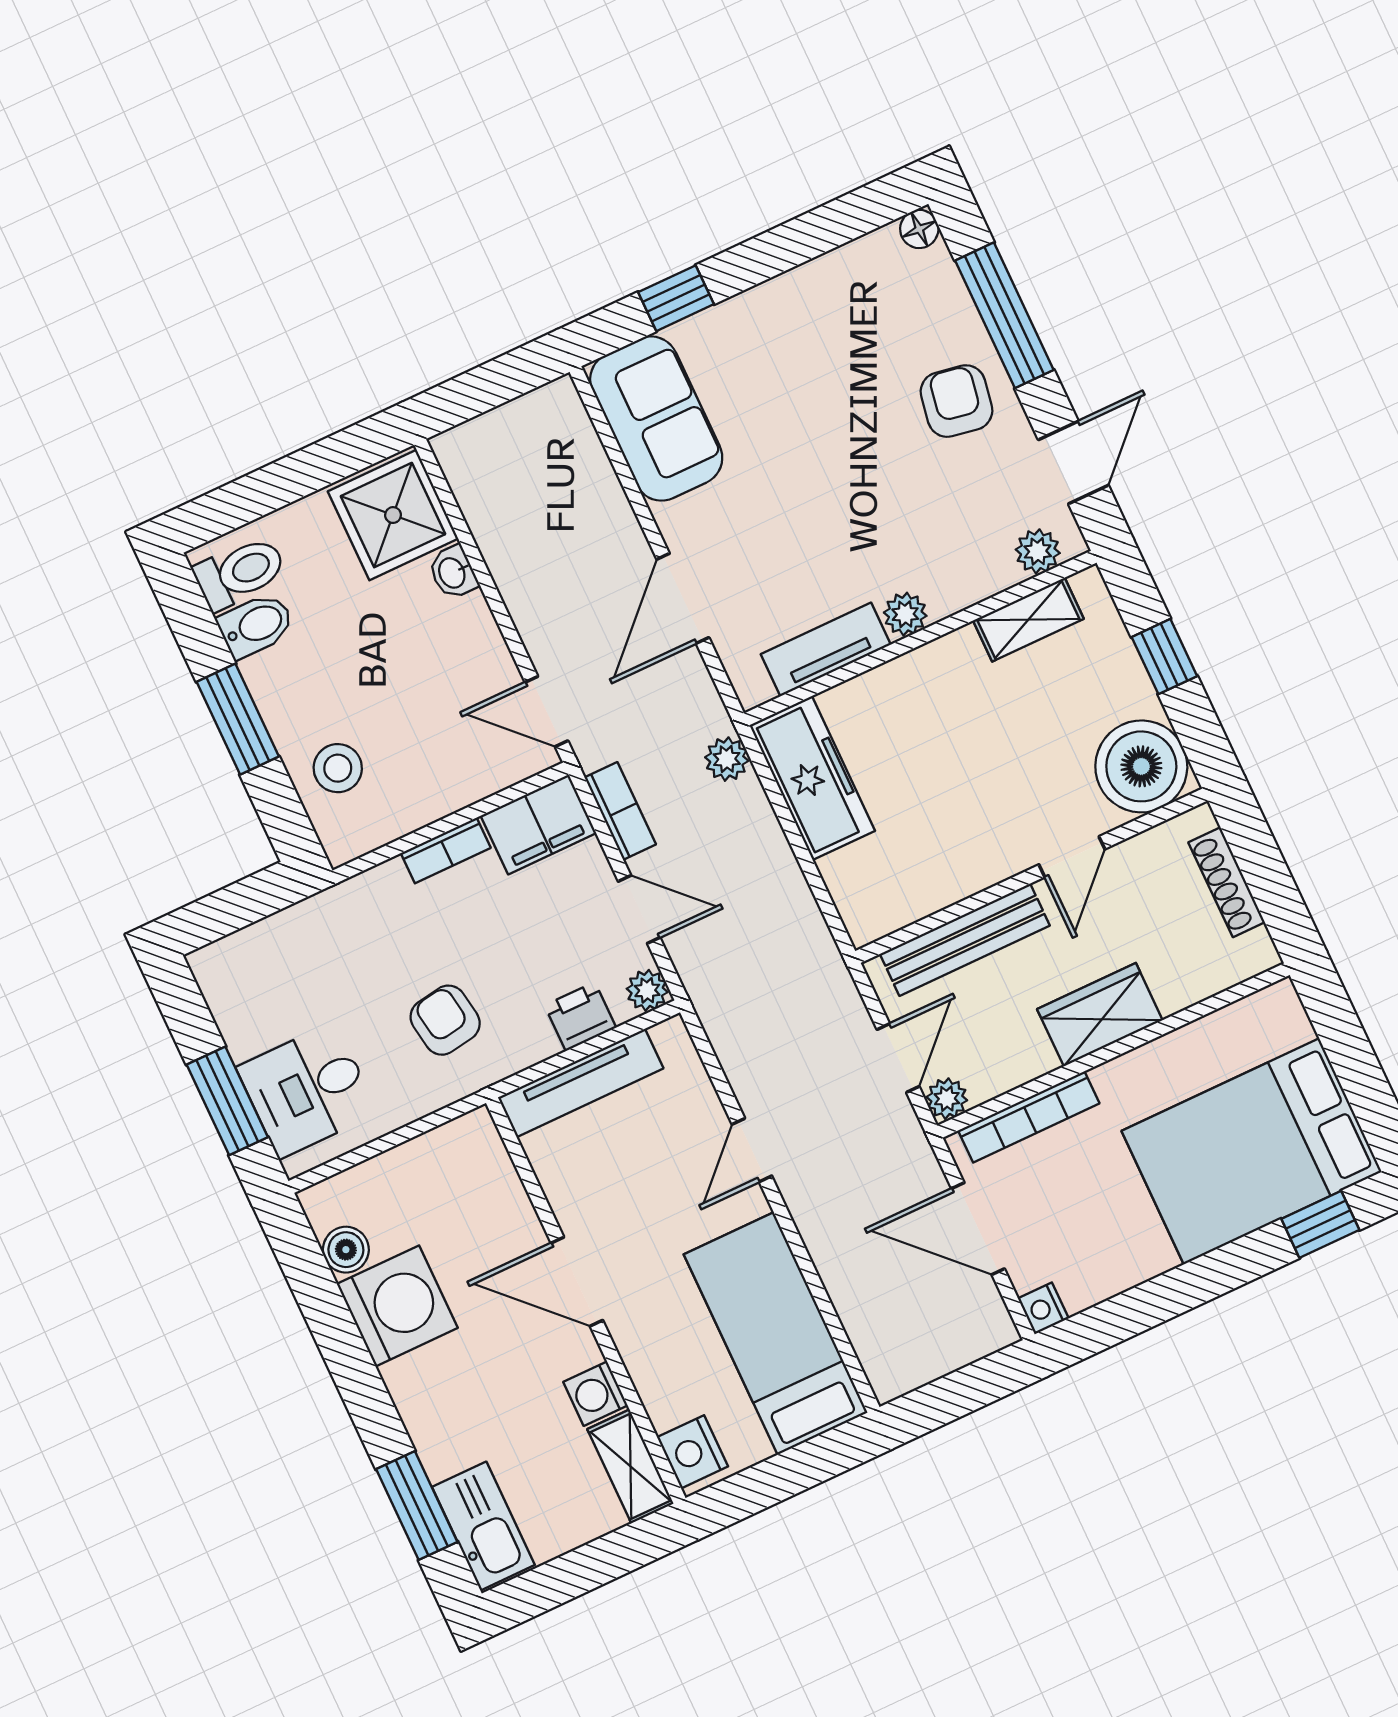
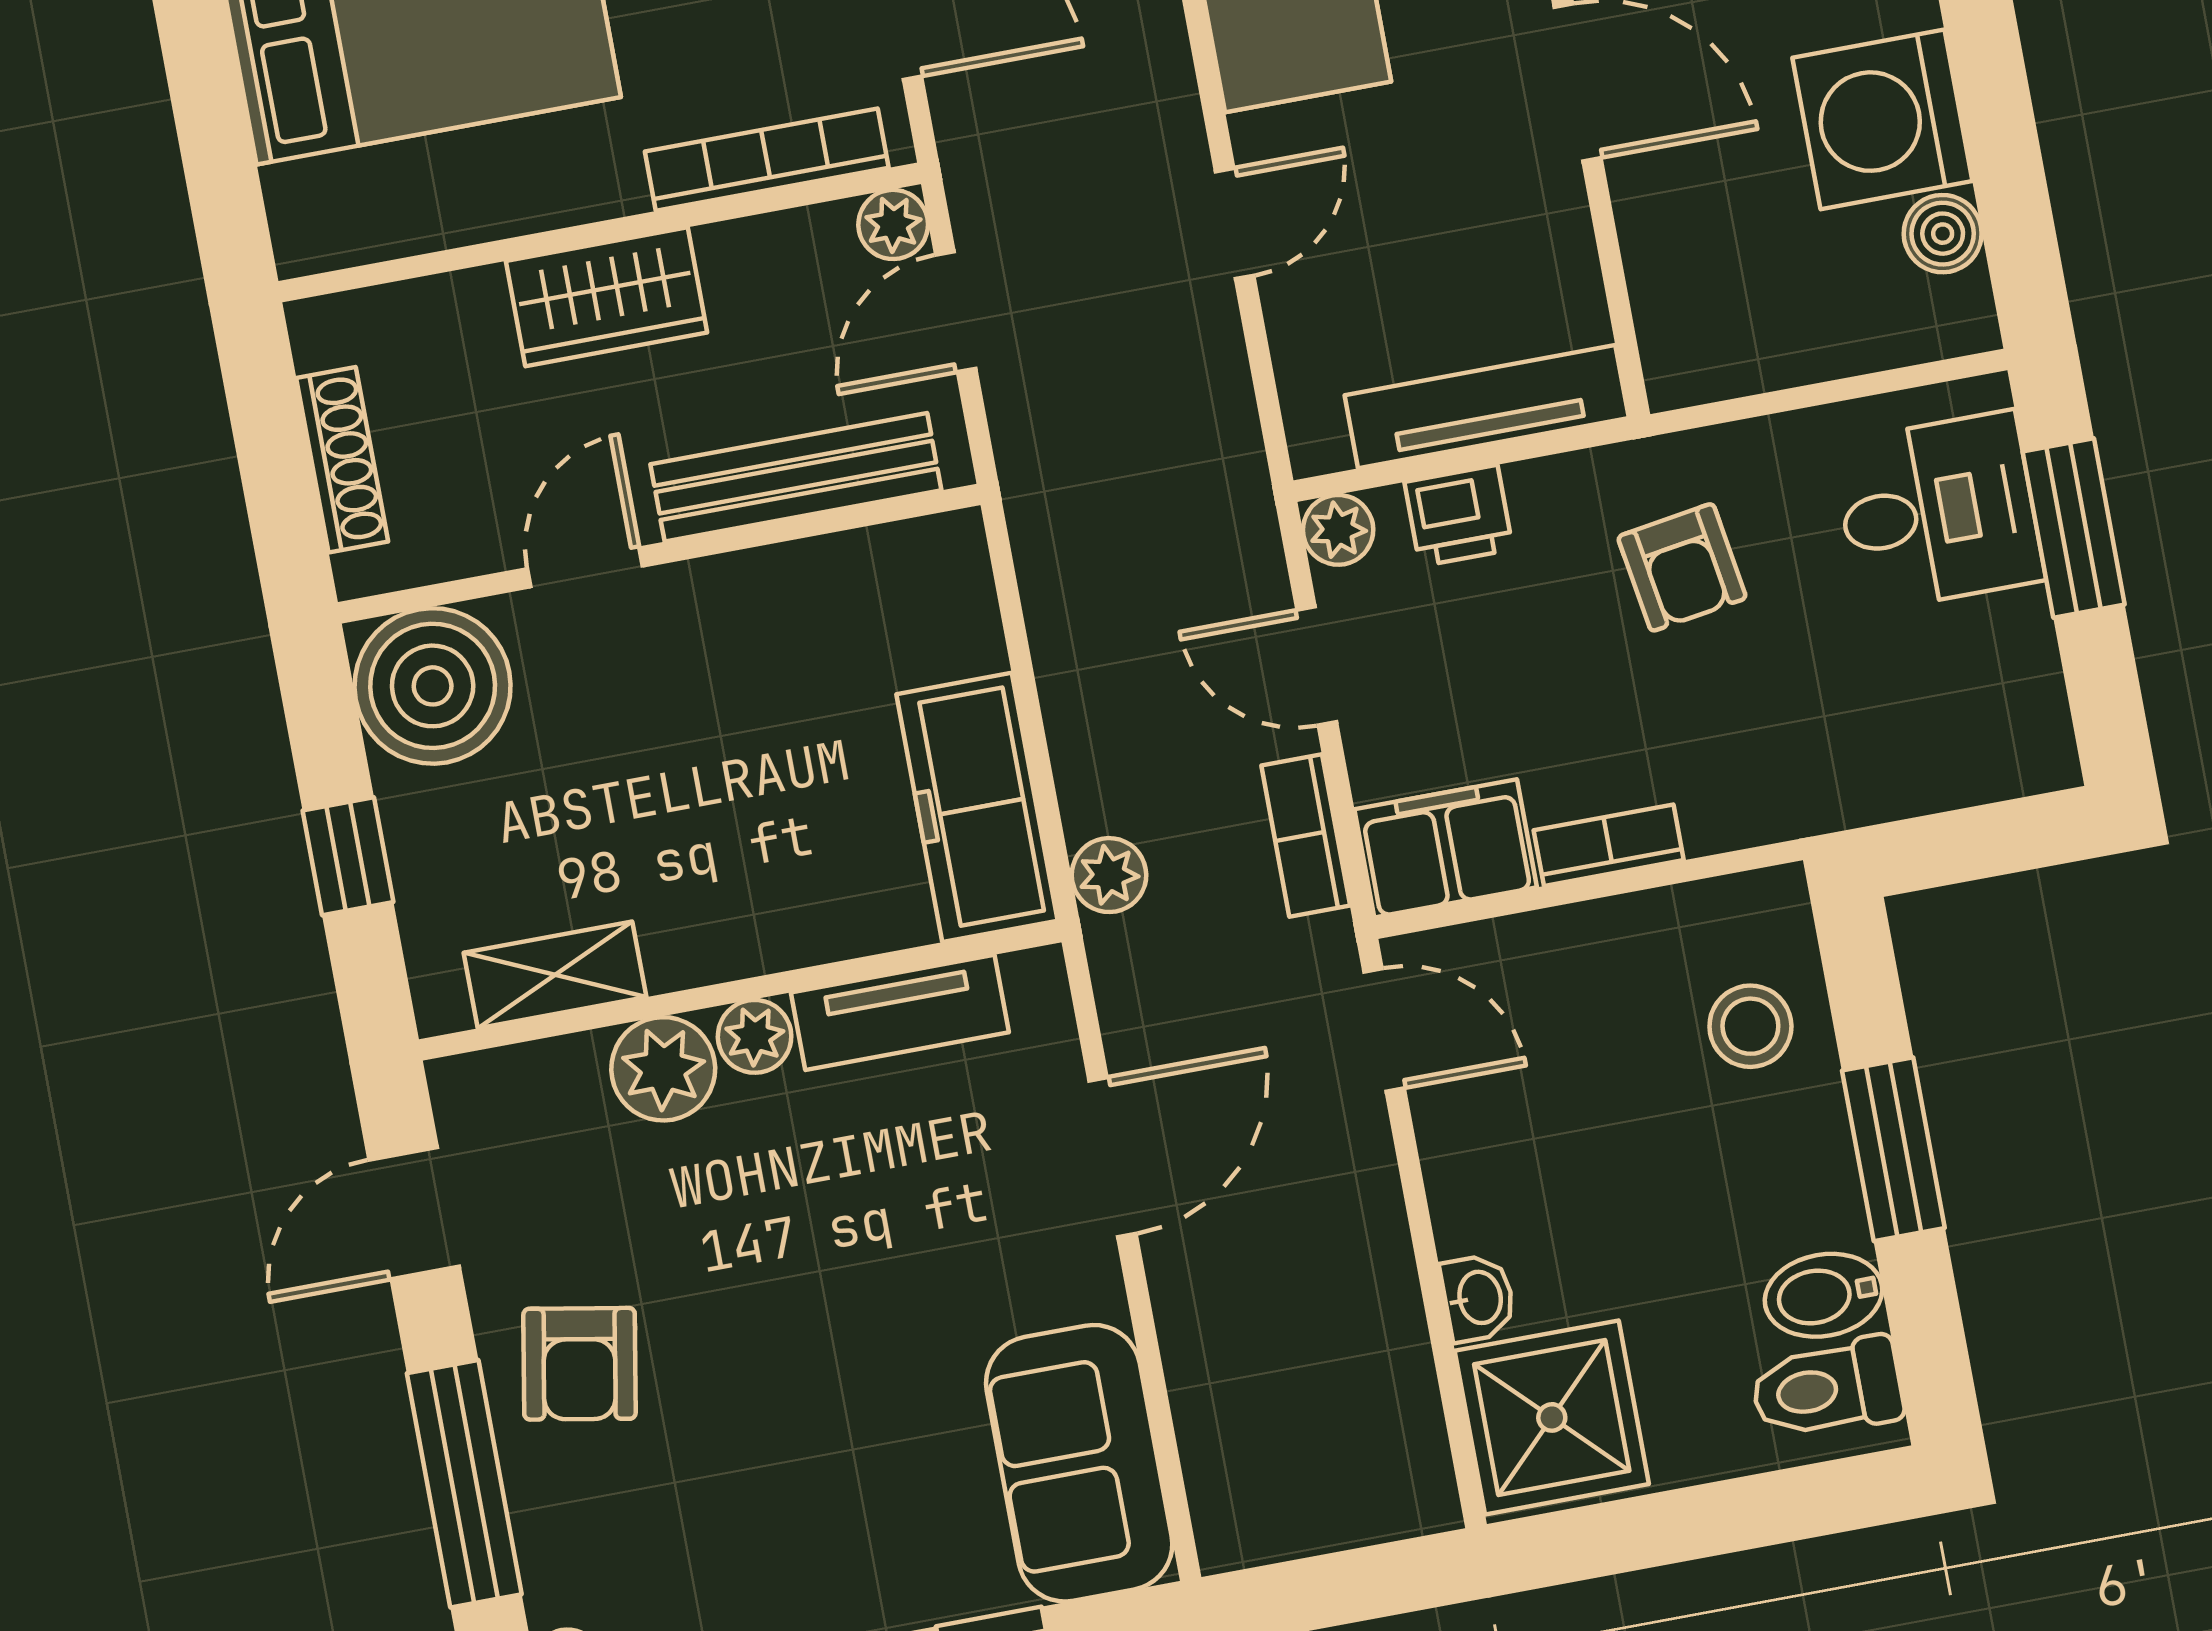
plant: (1038, 551) -> (663, 1069), moved, width x1.38, depth x1.38

